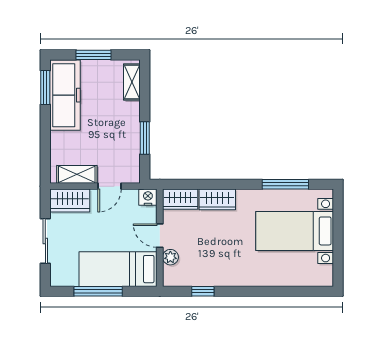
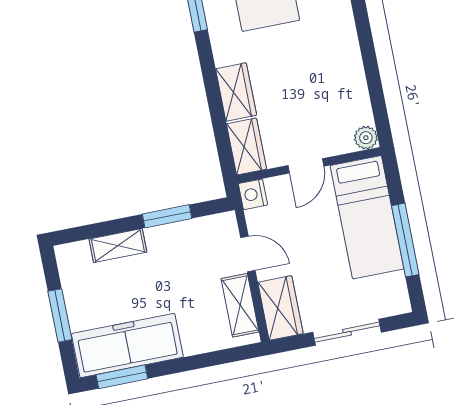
shelving: (132, 82) -> (118, 246), moved
plant: (170, 257) -> (366, 138), moved
window: (203, 291) -> (375, 86), removed

